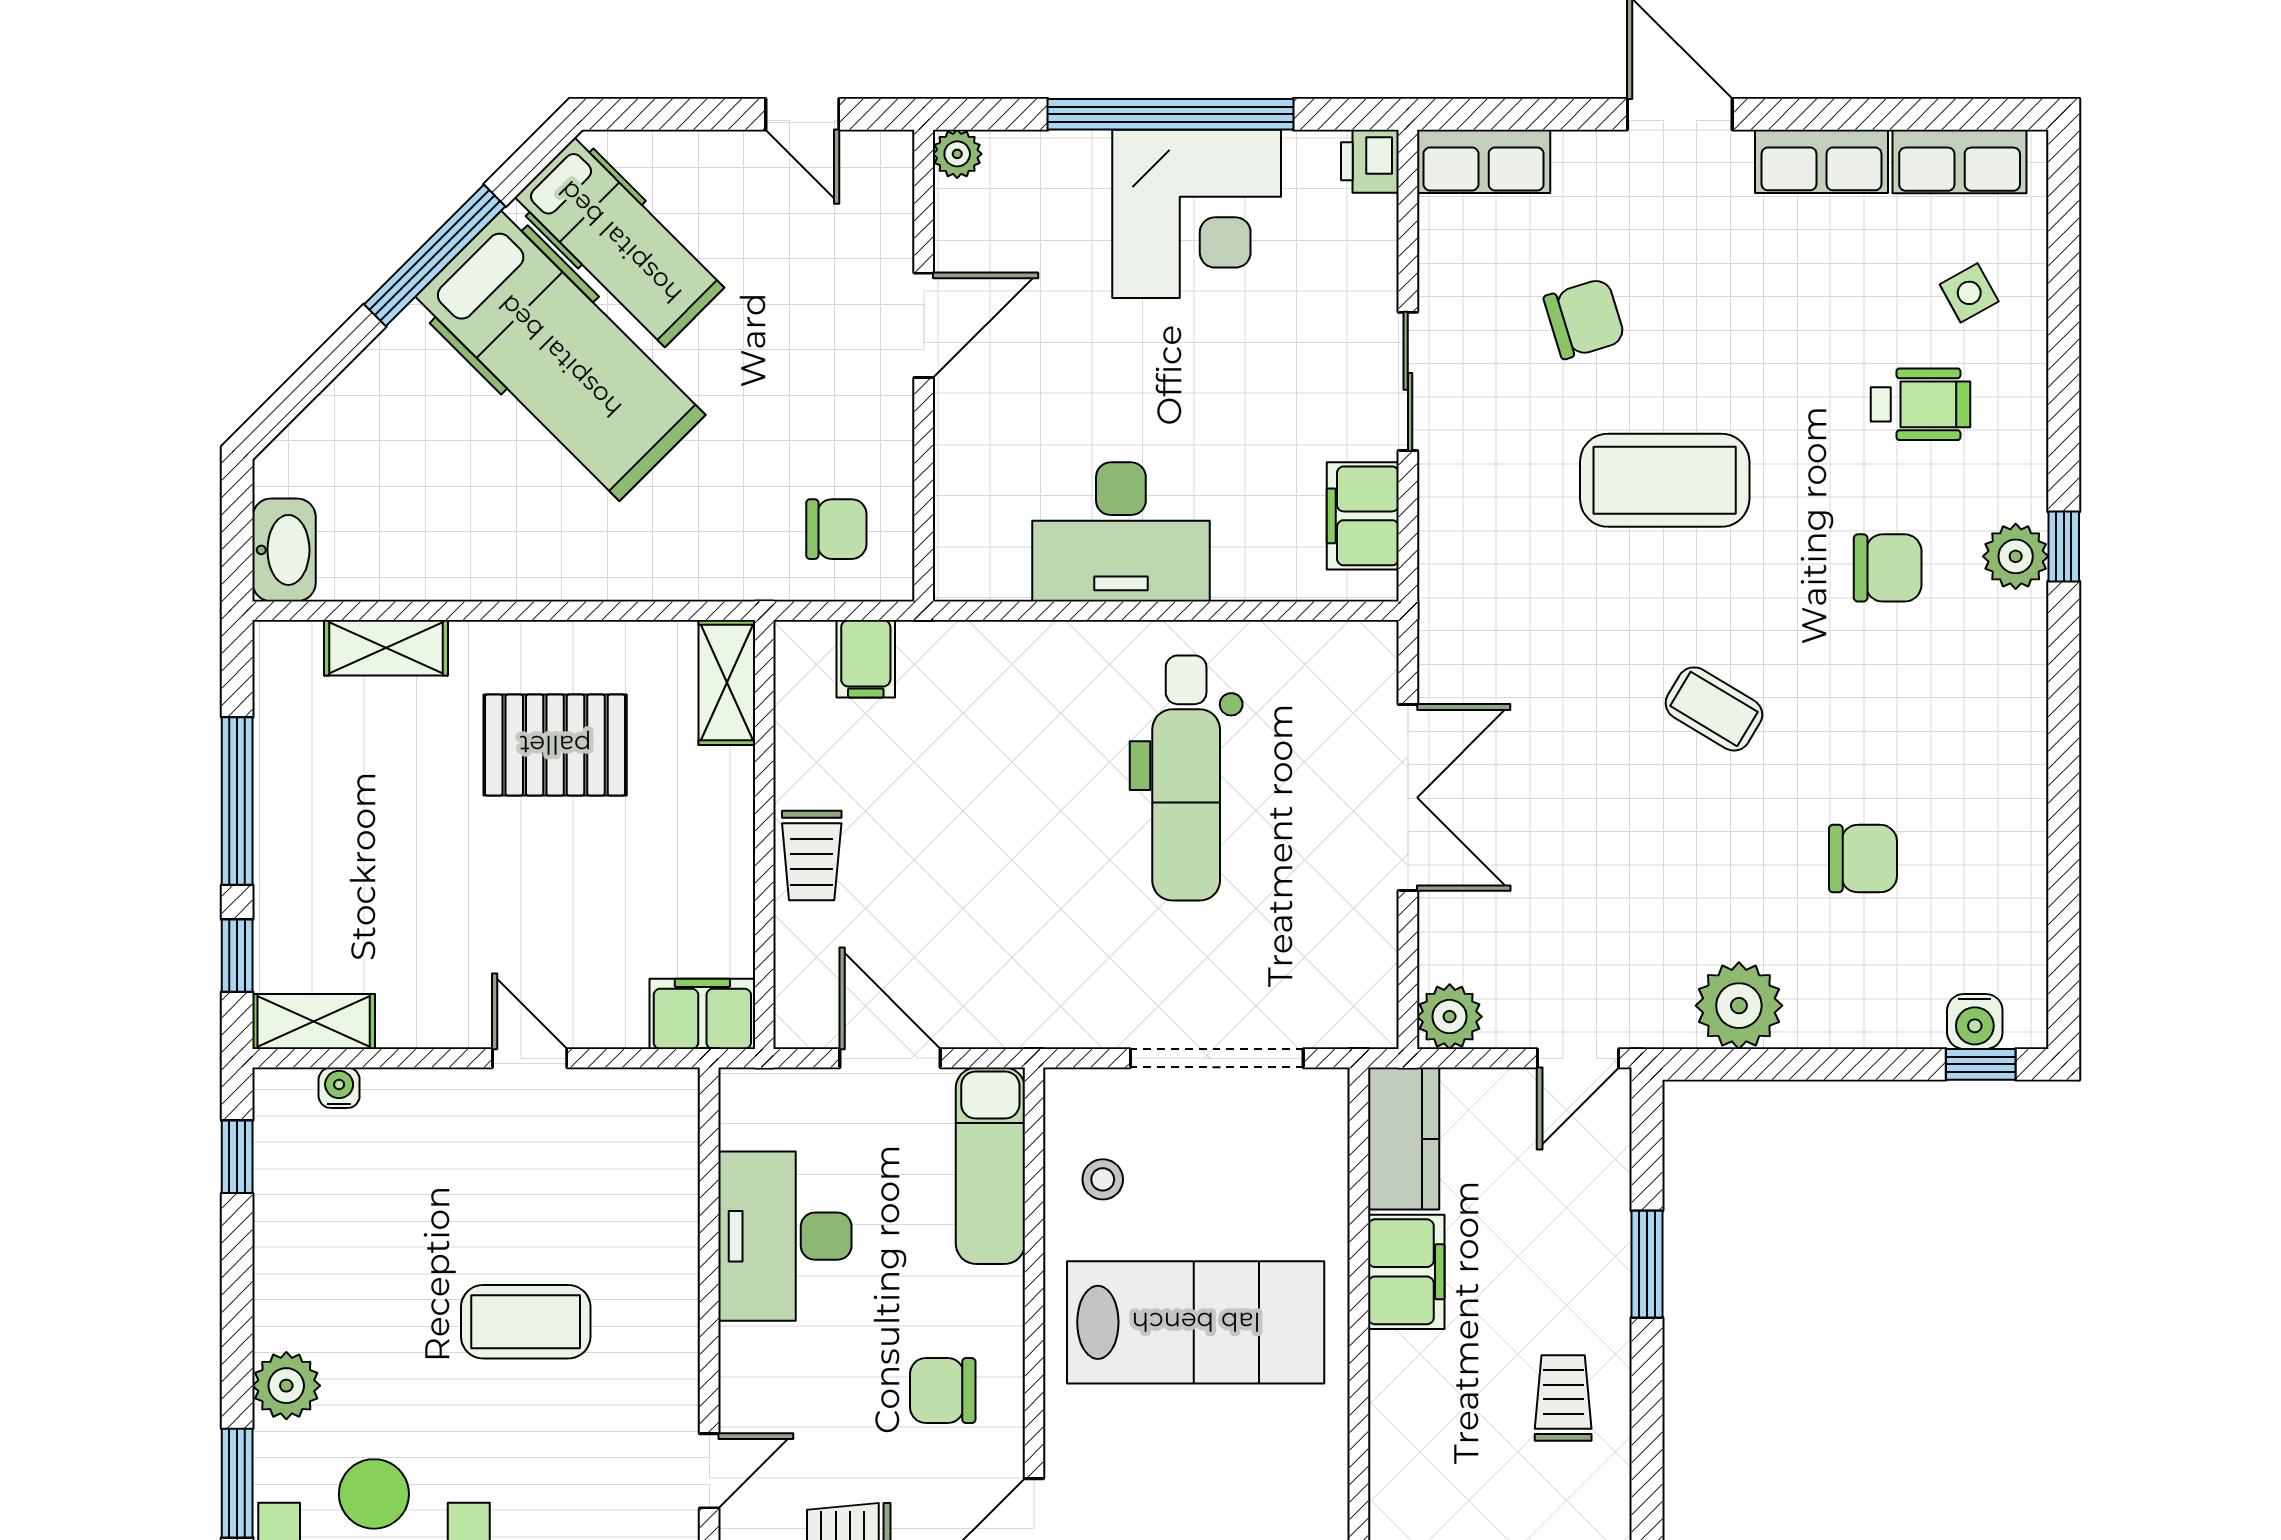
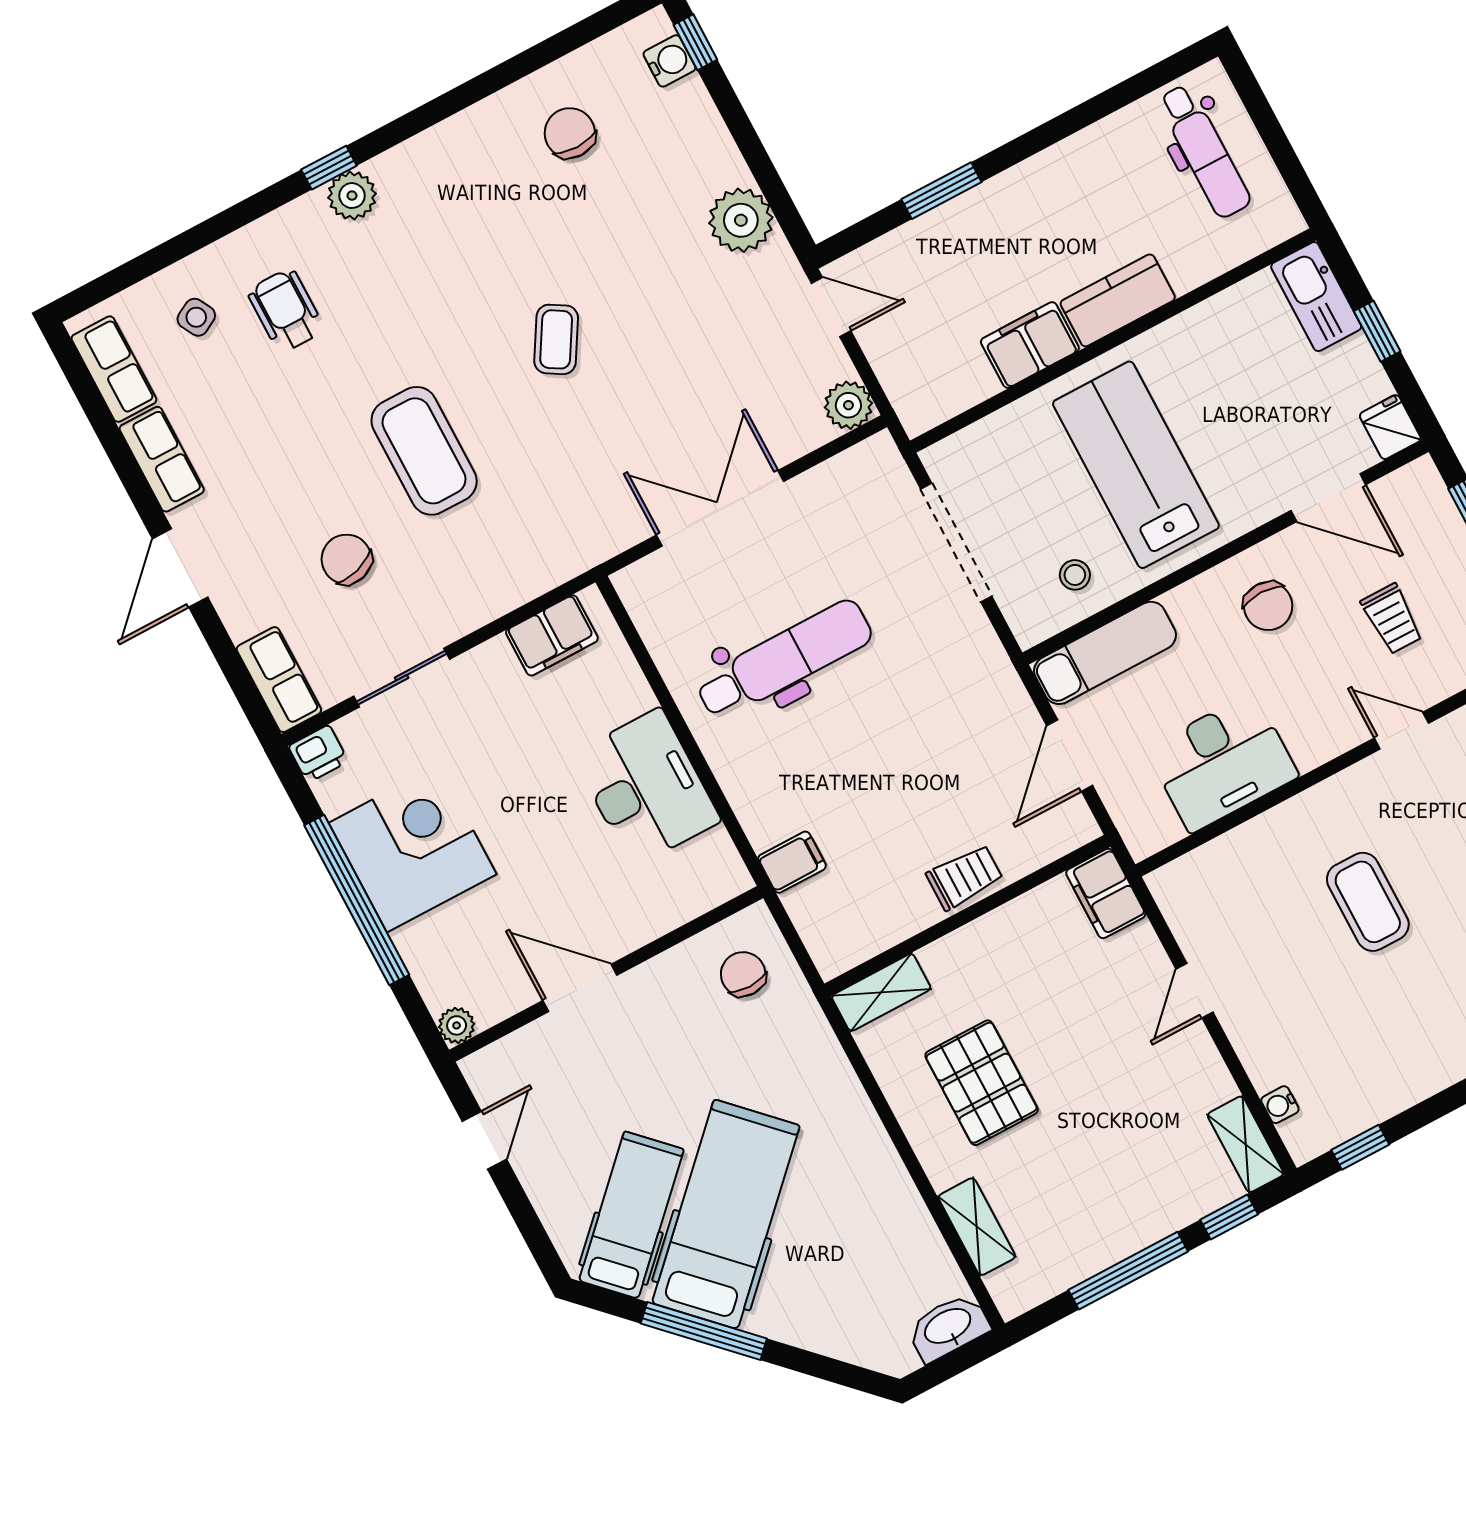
sliding door: (1408, 381) -> (402, 678), moved
chair: (1888, 568) -> (404, 275), removed
filing cabinet: (866, 659) -> (792, 862), moved
chair: (1863, 859) -> (570, 133), moved
kitchen counter: (1404, 1139) -> (1118, 300), moved
trolley: (1563, 1398) -> (1058, 199), removed

